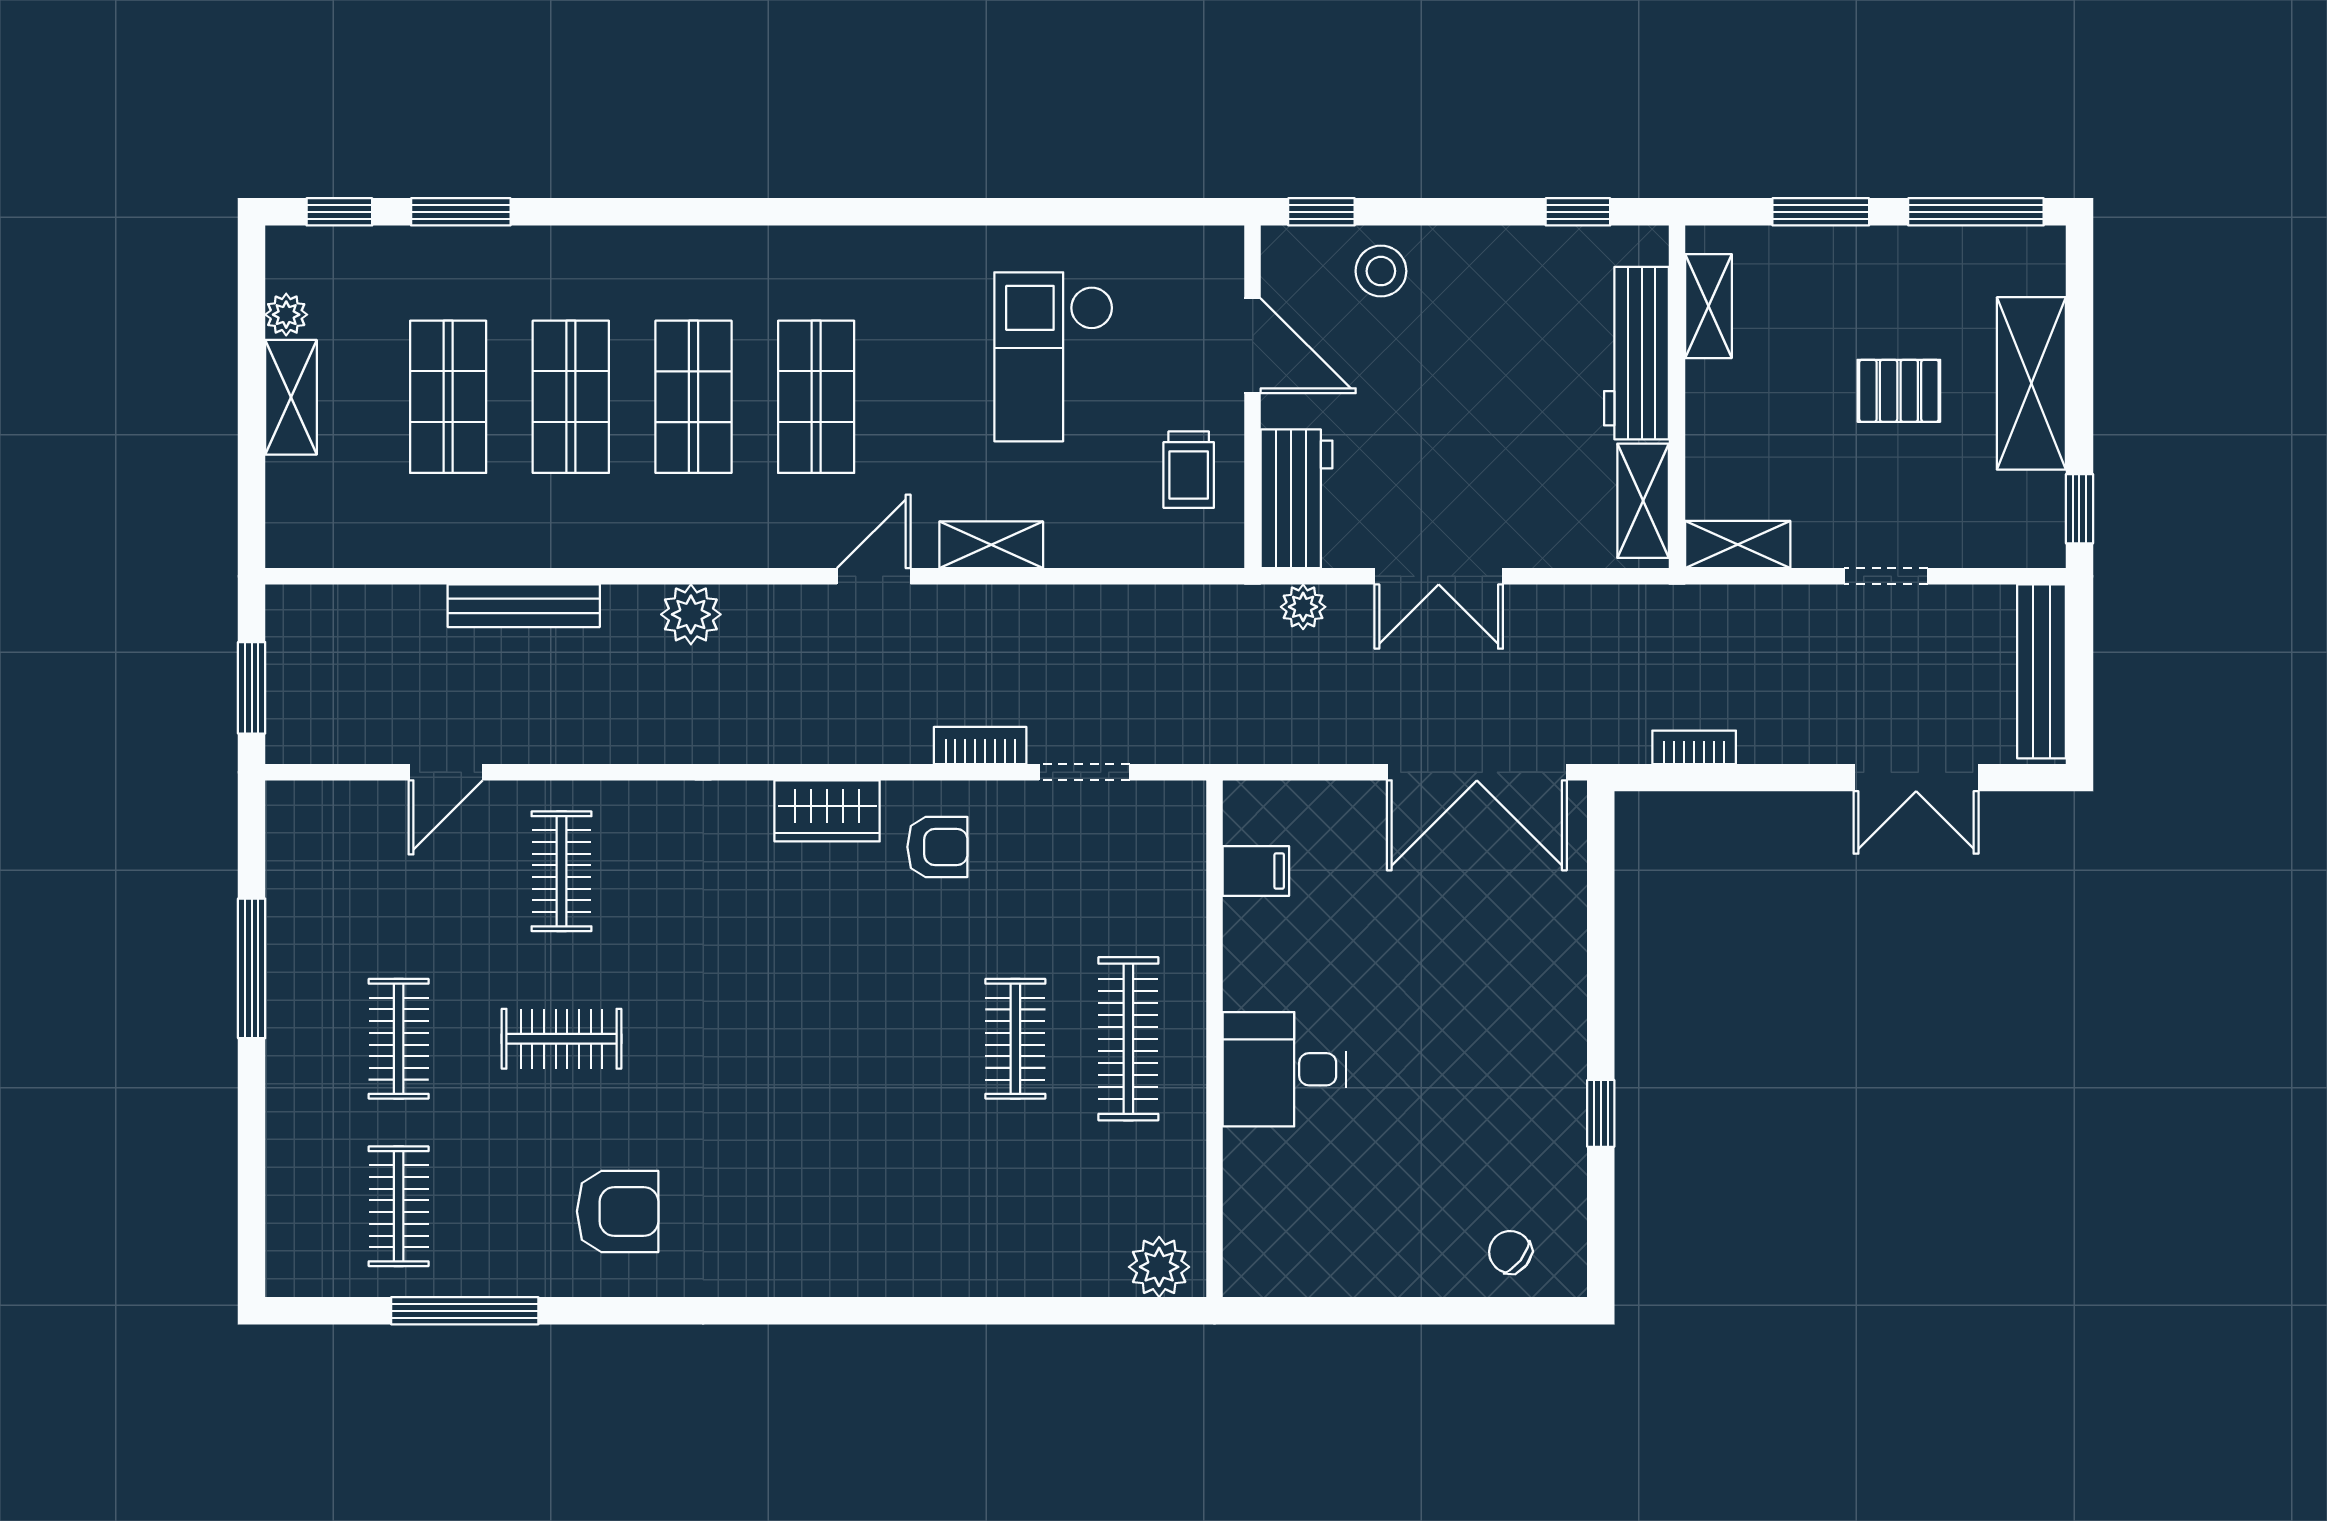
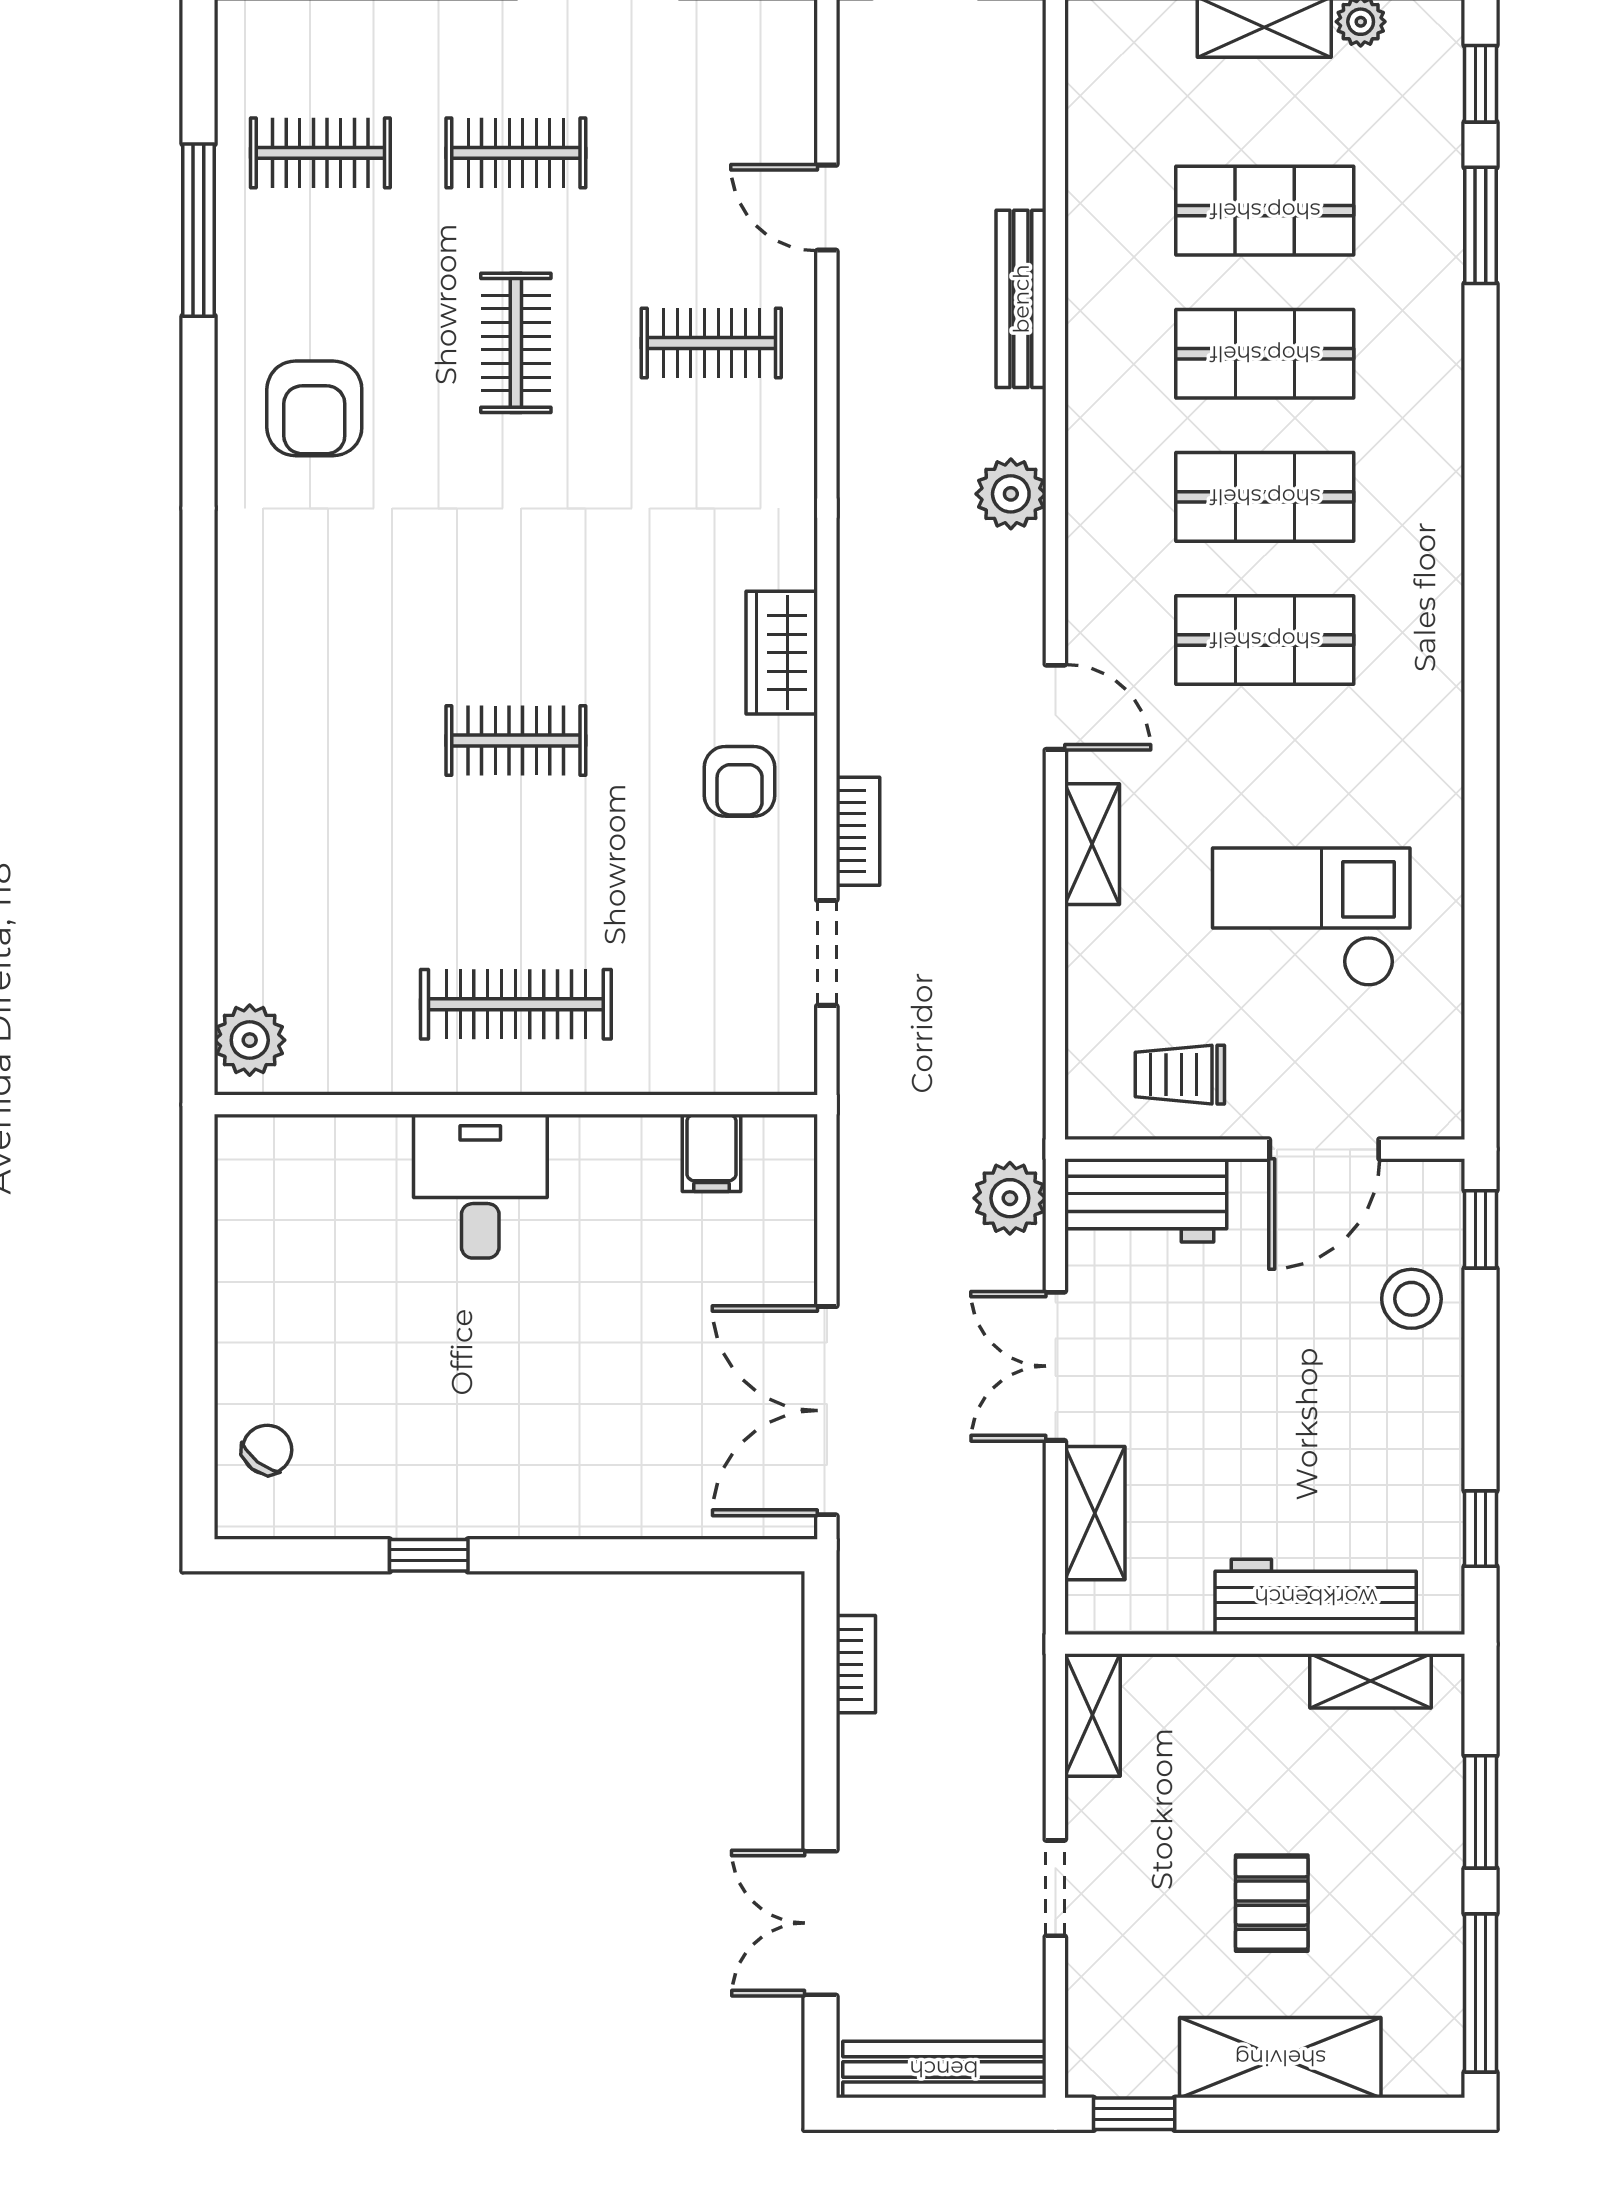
shelving: (1643, 501) -> (1095, 1513), moved, turned 90
plant: (1303, 607) -> (1010, 1198), width x1.38, depth x1.38
clothes rail: (1015, 1039) -> (516, 740), moved

